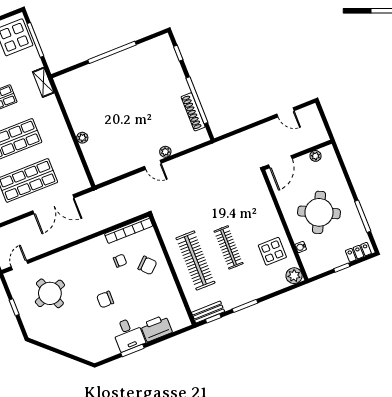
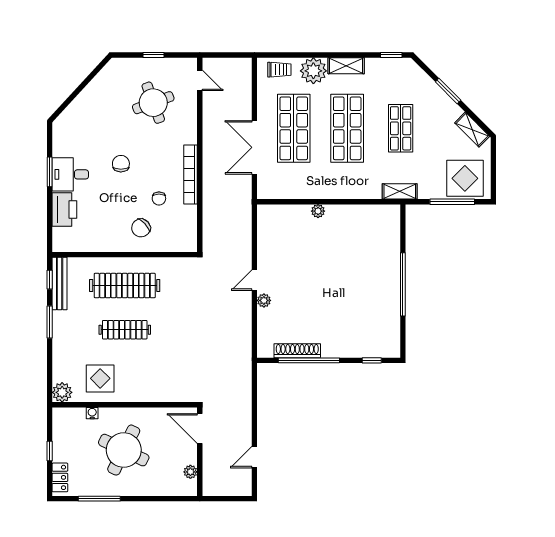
bookcase: (129, 230) -> (191, 175), moved
bench: (208, 312) -> (60, 284), width x1.36

